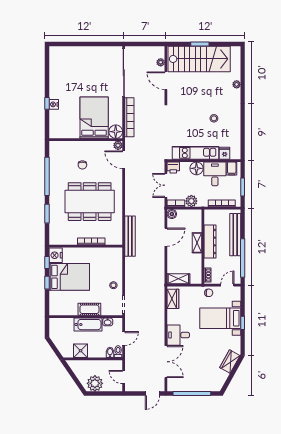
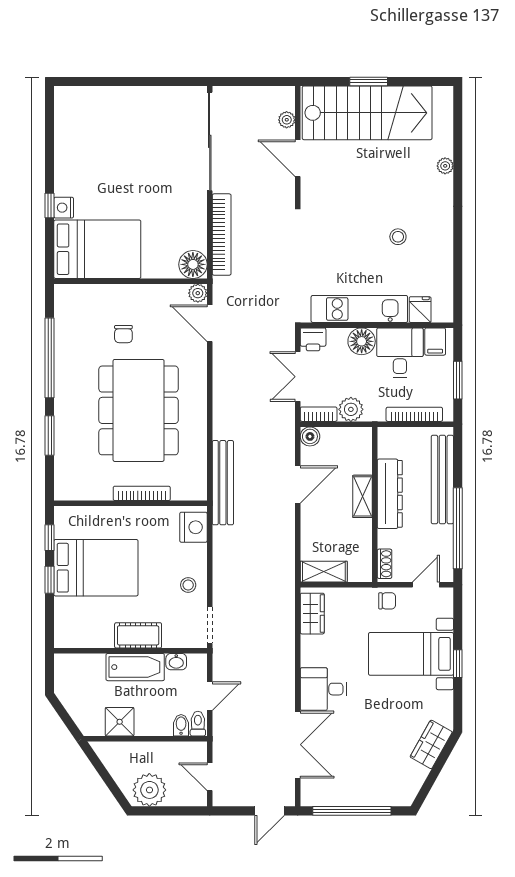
bed: (94, 118) -> (97, 249), moved, turned 90
dining table: (90, 202) -> (139, 410), turned 90
nightstand: (56, 255) -> (193, 527), moved, turned 180

